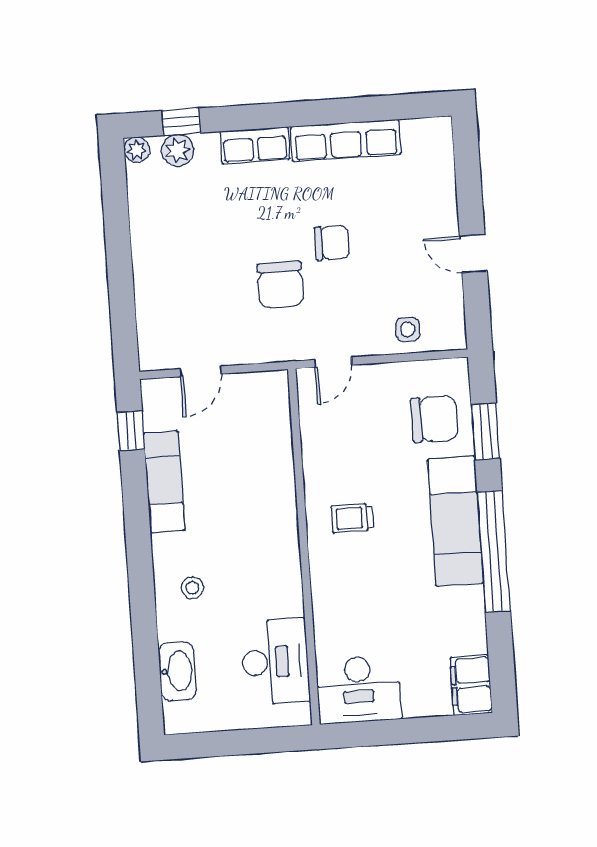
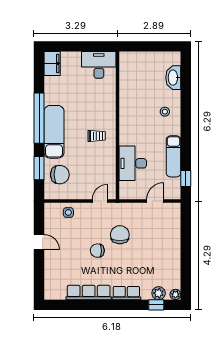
chair: (434, 419) -> (60, 175), turned 180
desk: (275, 662) -> (133, 163), moved

